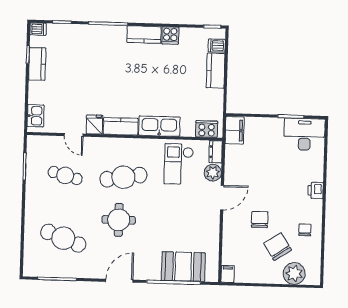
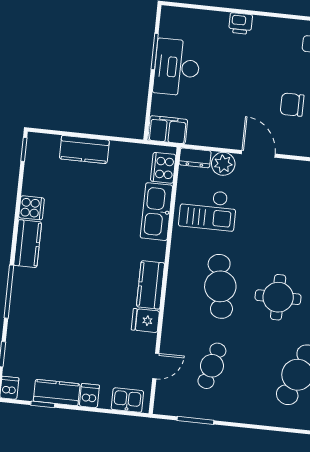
dishwasher: (217, 46) -> (89, 396), moved, turned 180
kitchen sink: (159, 126) -> (156, 212), moved
desk: (304, 134) -> (177, 67), moved
door: (74, 135) -> (156, 366), moved
printer: (316, 190) -> (241, 24), moved

